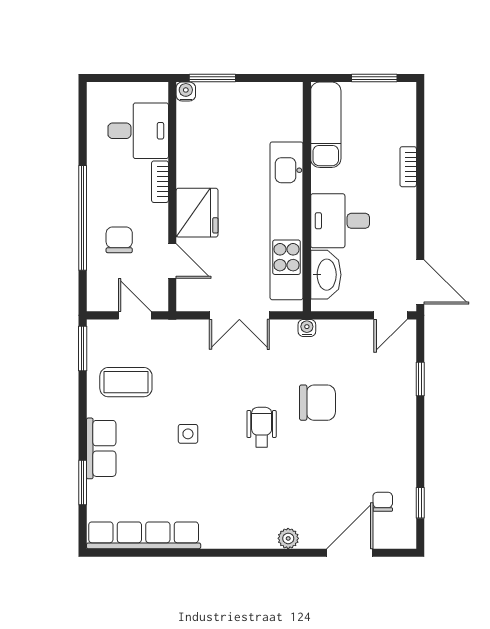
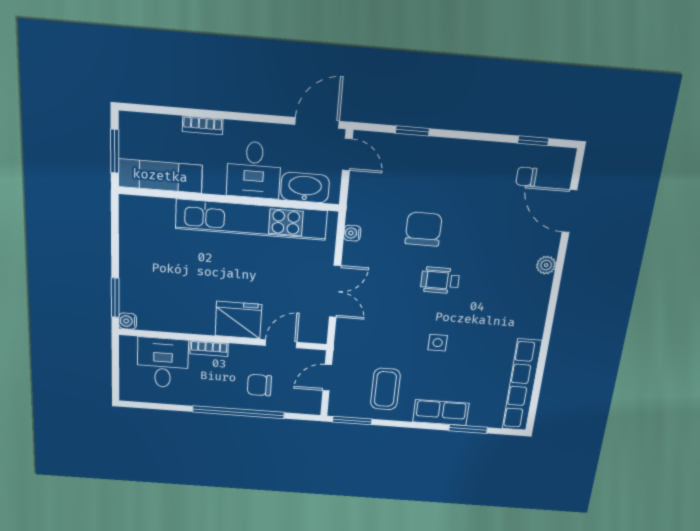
exam couch: (326, 125) -> (160, 176), moved
wall: (307, 197) -> (229, 199), moved
kitchen unit: (287, 221) -> (251, 220), moved
desk: (340, 221) -> (254, 170), moved
washbasin: (326, 275) -> (305, 188), moved

